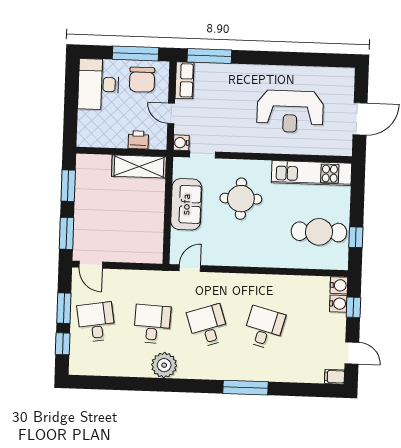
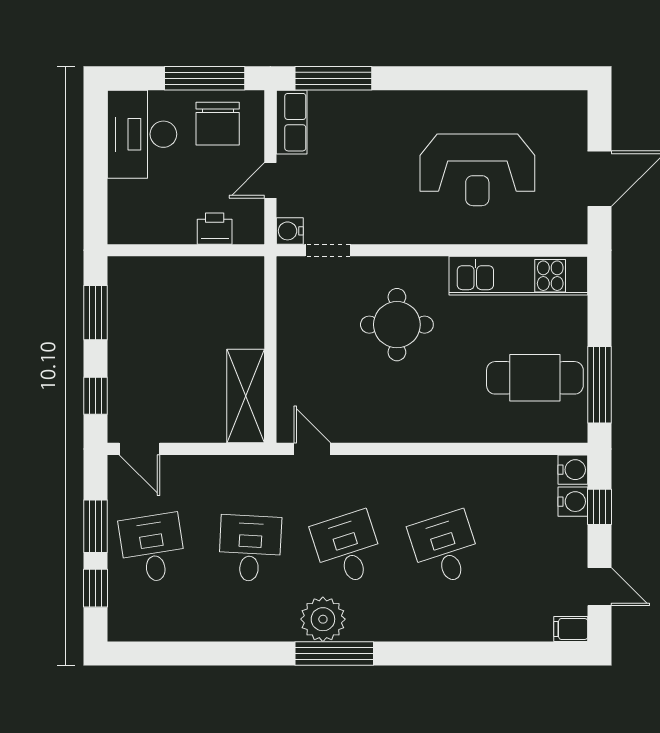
door: (171, 113) -> (270, 180), hinge flipped
shelving: (139, 166) -> (246, 396), moved, turned 90
sofa: (186, 204) -> (302, 338), removed
window: (66, 233) -> (95, 396), width x0.67
window: (356, 237) -> (600, 385), width x2.17
door: (190, 268) -> (312, 449), hinge flipped
desk: (264, 328) -> (445, 548), turned -33
plant: (164, 365) -> (323, 619), moved
window: (245, 388) -> (334, 654), moved

